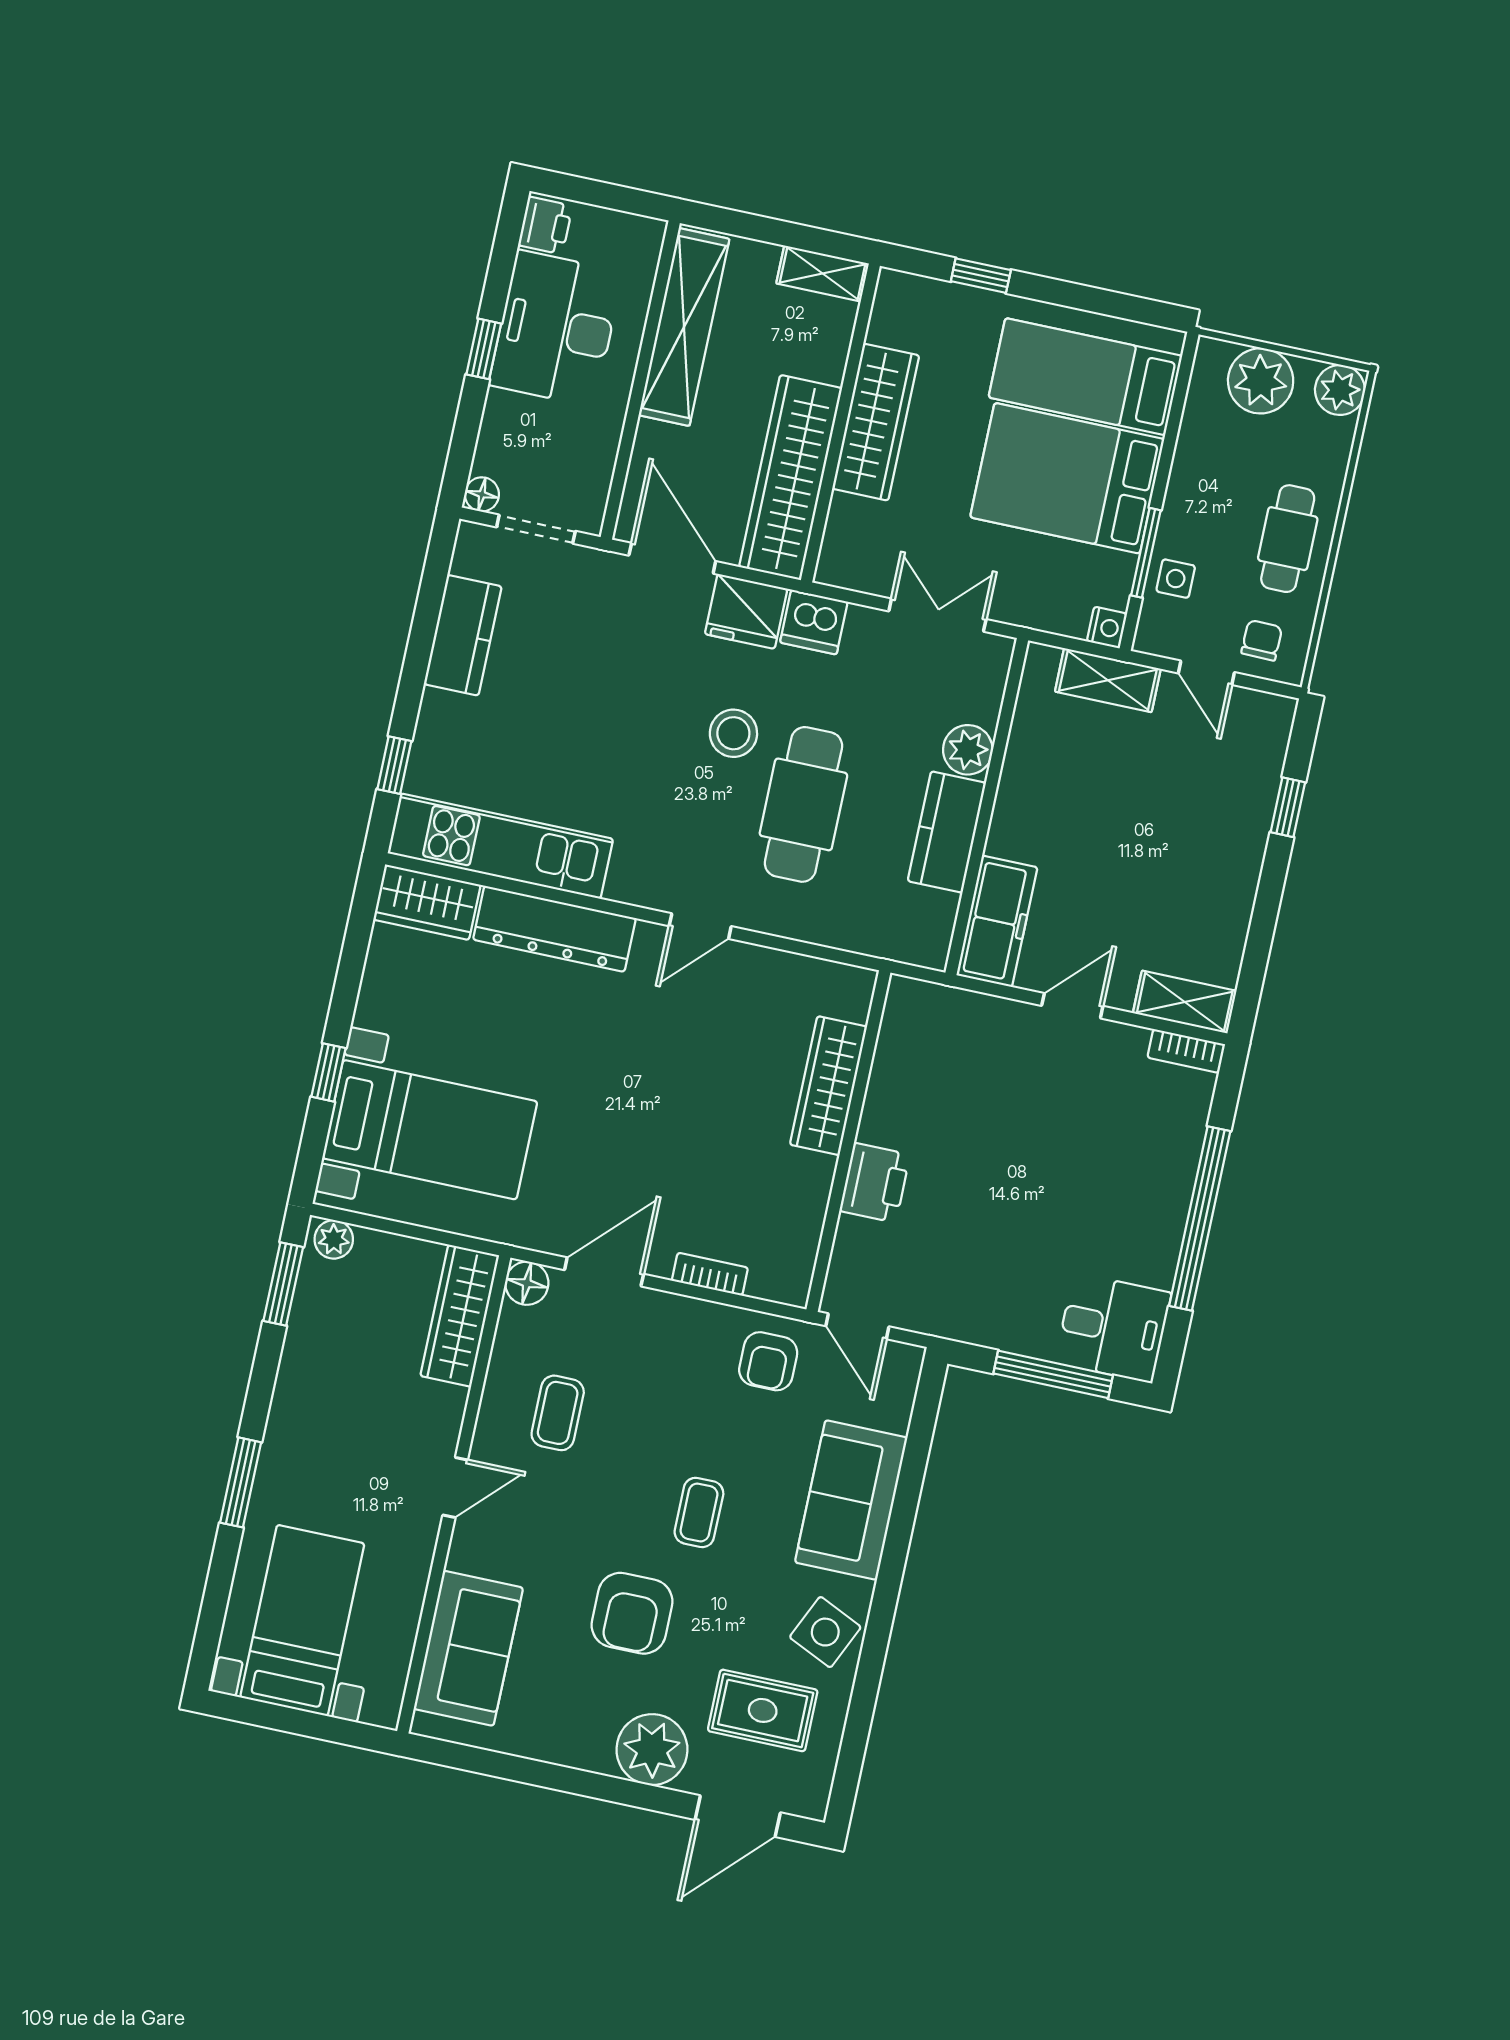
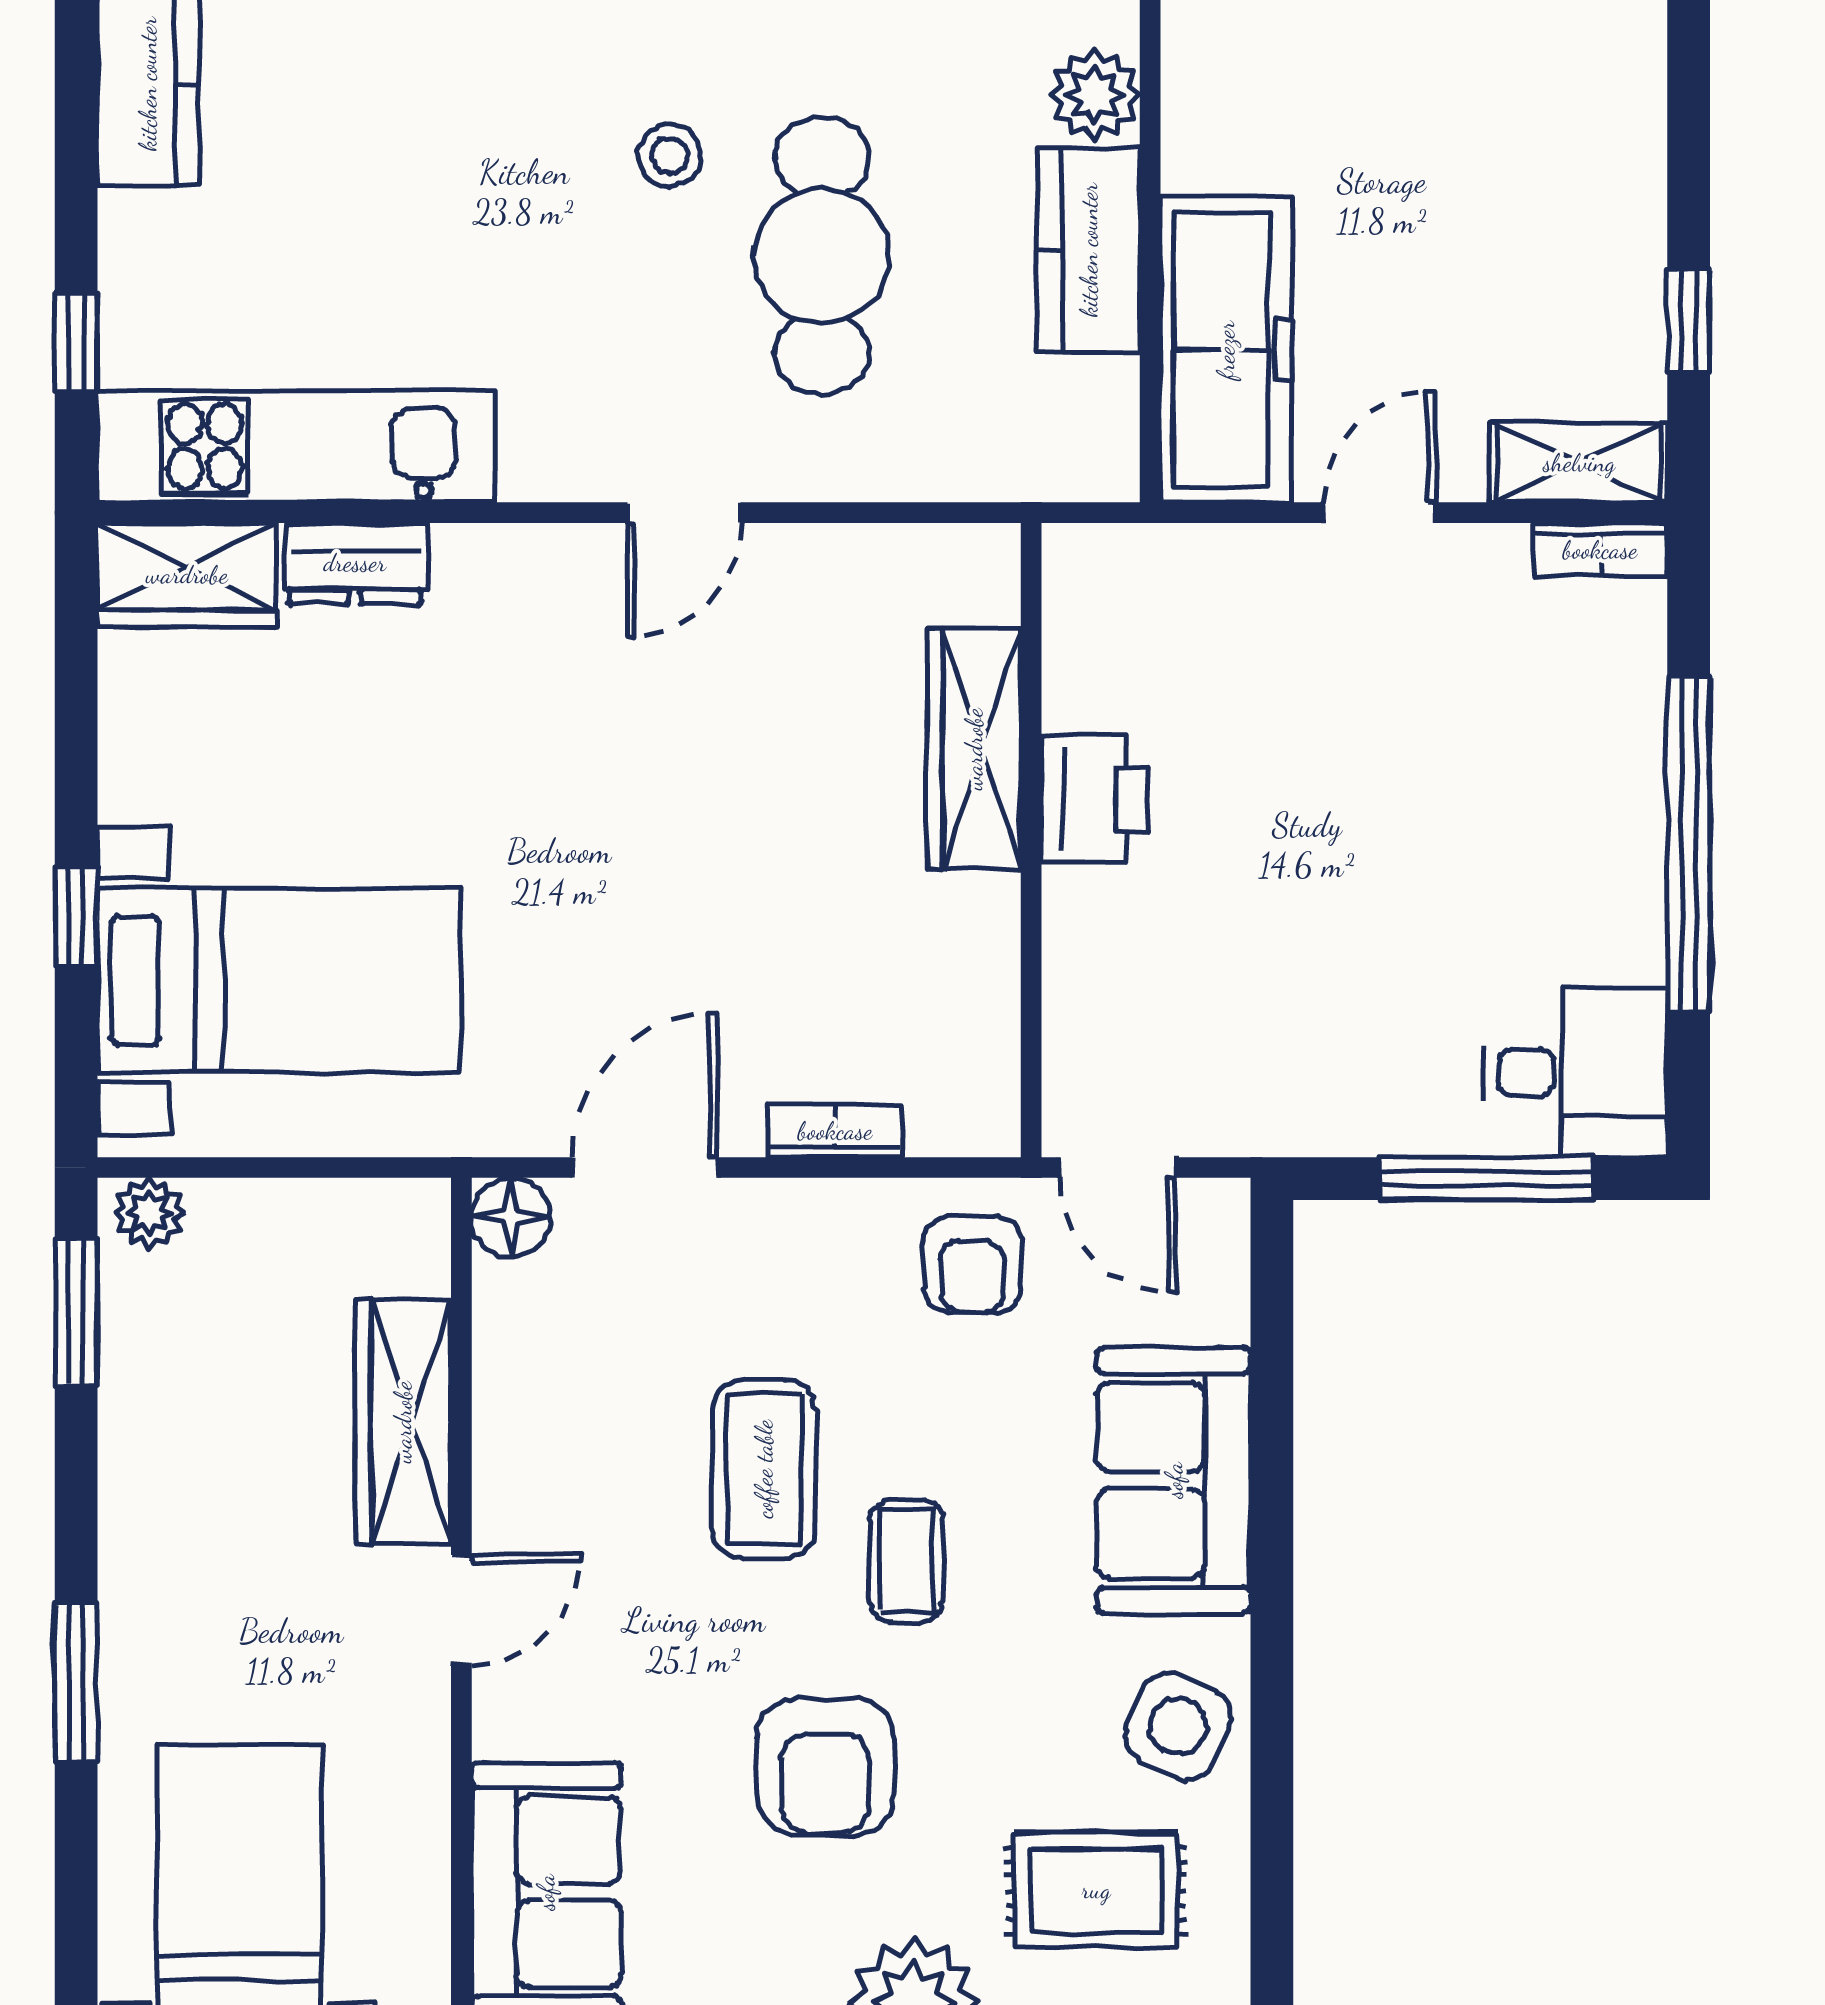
stool: (733, 733) -> (670, 155), width x0.73, depth x0.73
window: (1288, 807) -> (1689, 321), moved
freezer: (997, 921) -> (1226, 350), width x1.36, depth x1.26
dresser: (554, 929) -> (355, 563), width x0.51, depth x0.80
printer: (875, 1183) -> (1094, 800), moved
wardrobe: (460, 1316) -> (403, 1422), moved
coffee table: (558, 1413) -> (764, 1469), moved, width x1.36, depth x1.30

